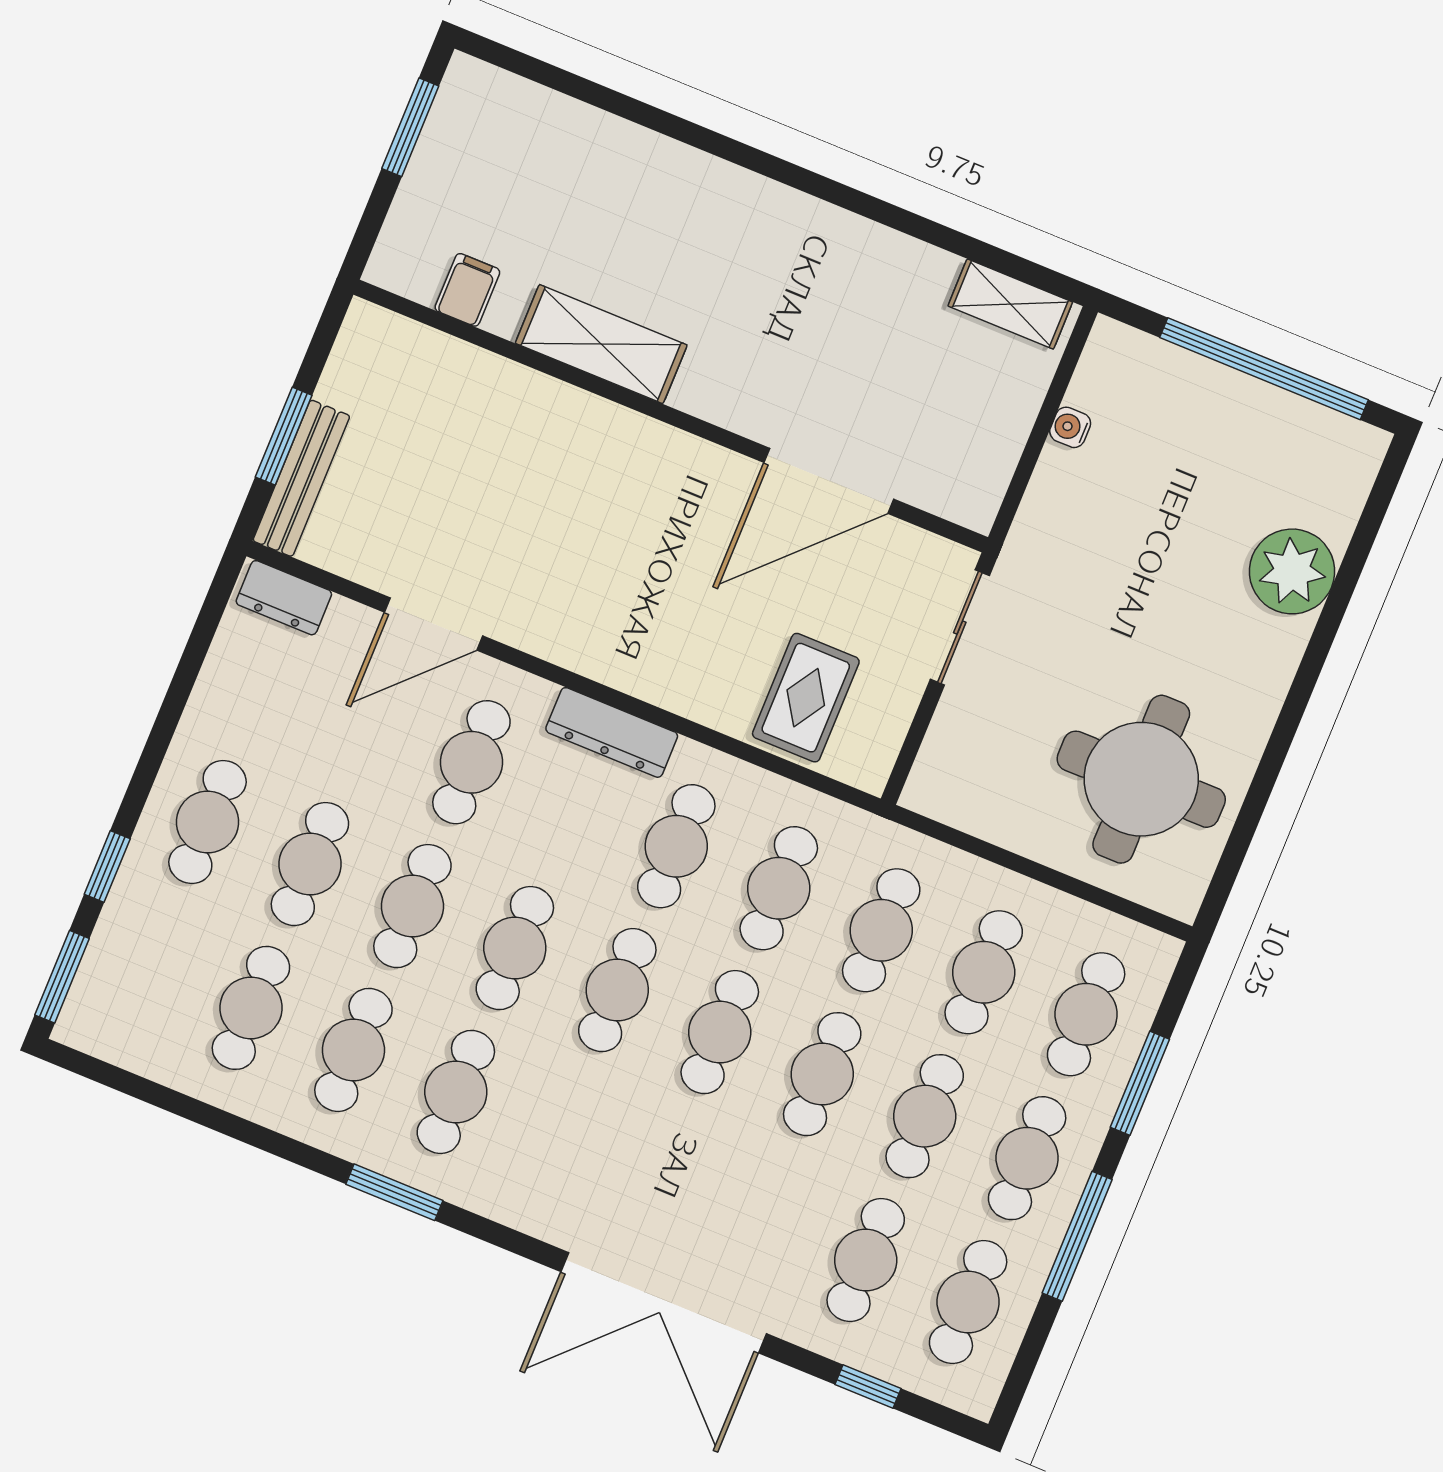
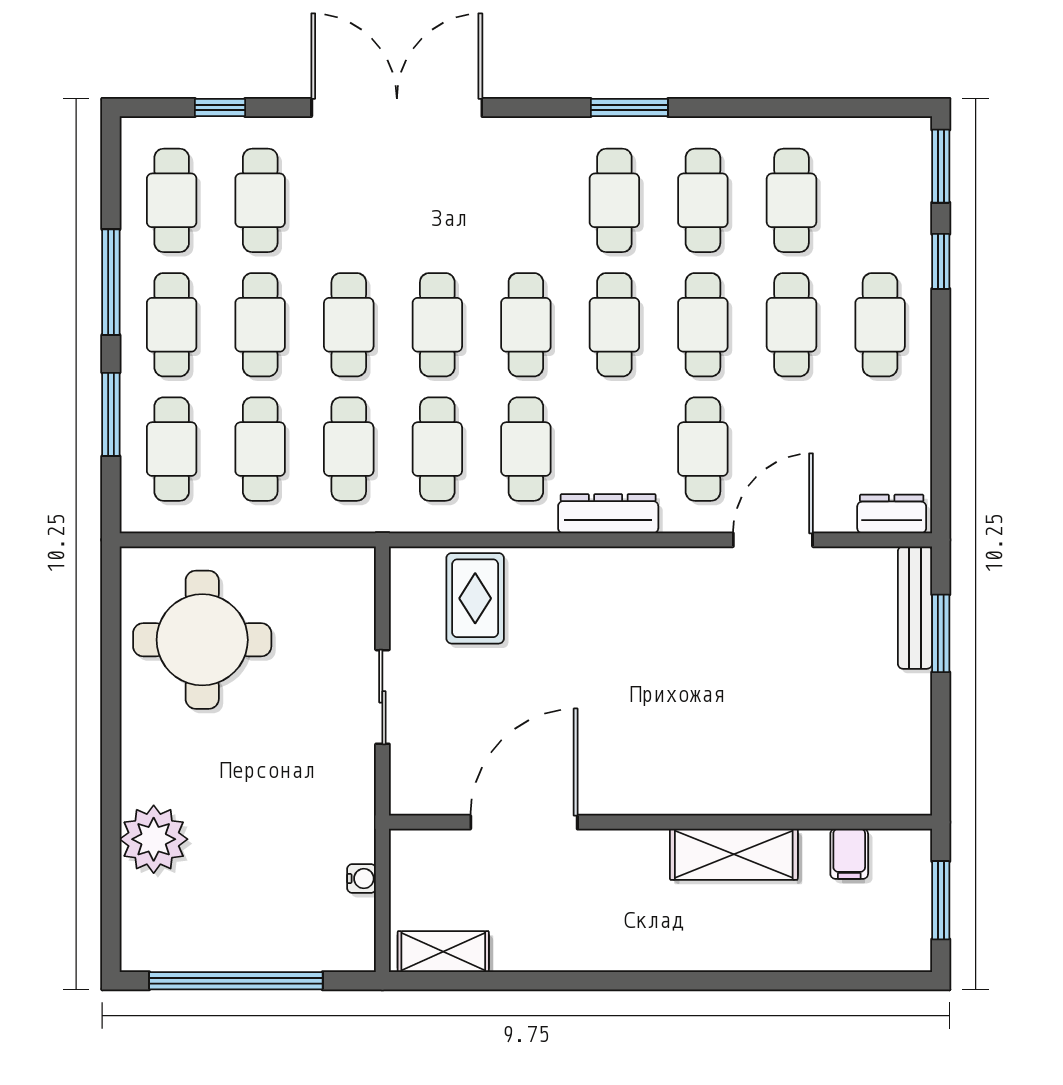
filing cabinet: (467, 290) -> (849, 854), moved
shelving: (601, 344) -> (734, 854), moved
wall: (671, 416) -> (661, 822), moved
door: (829, 481) -> (524, 822), moved

